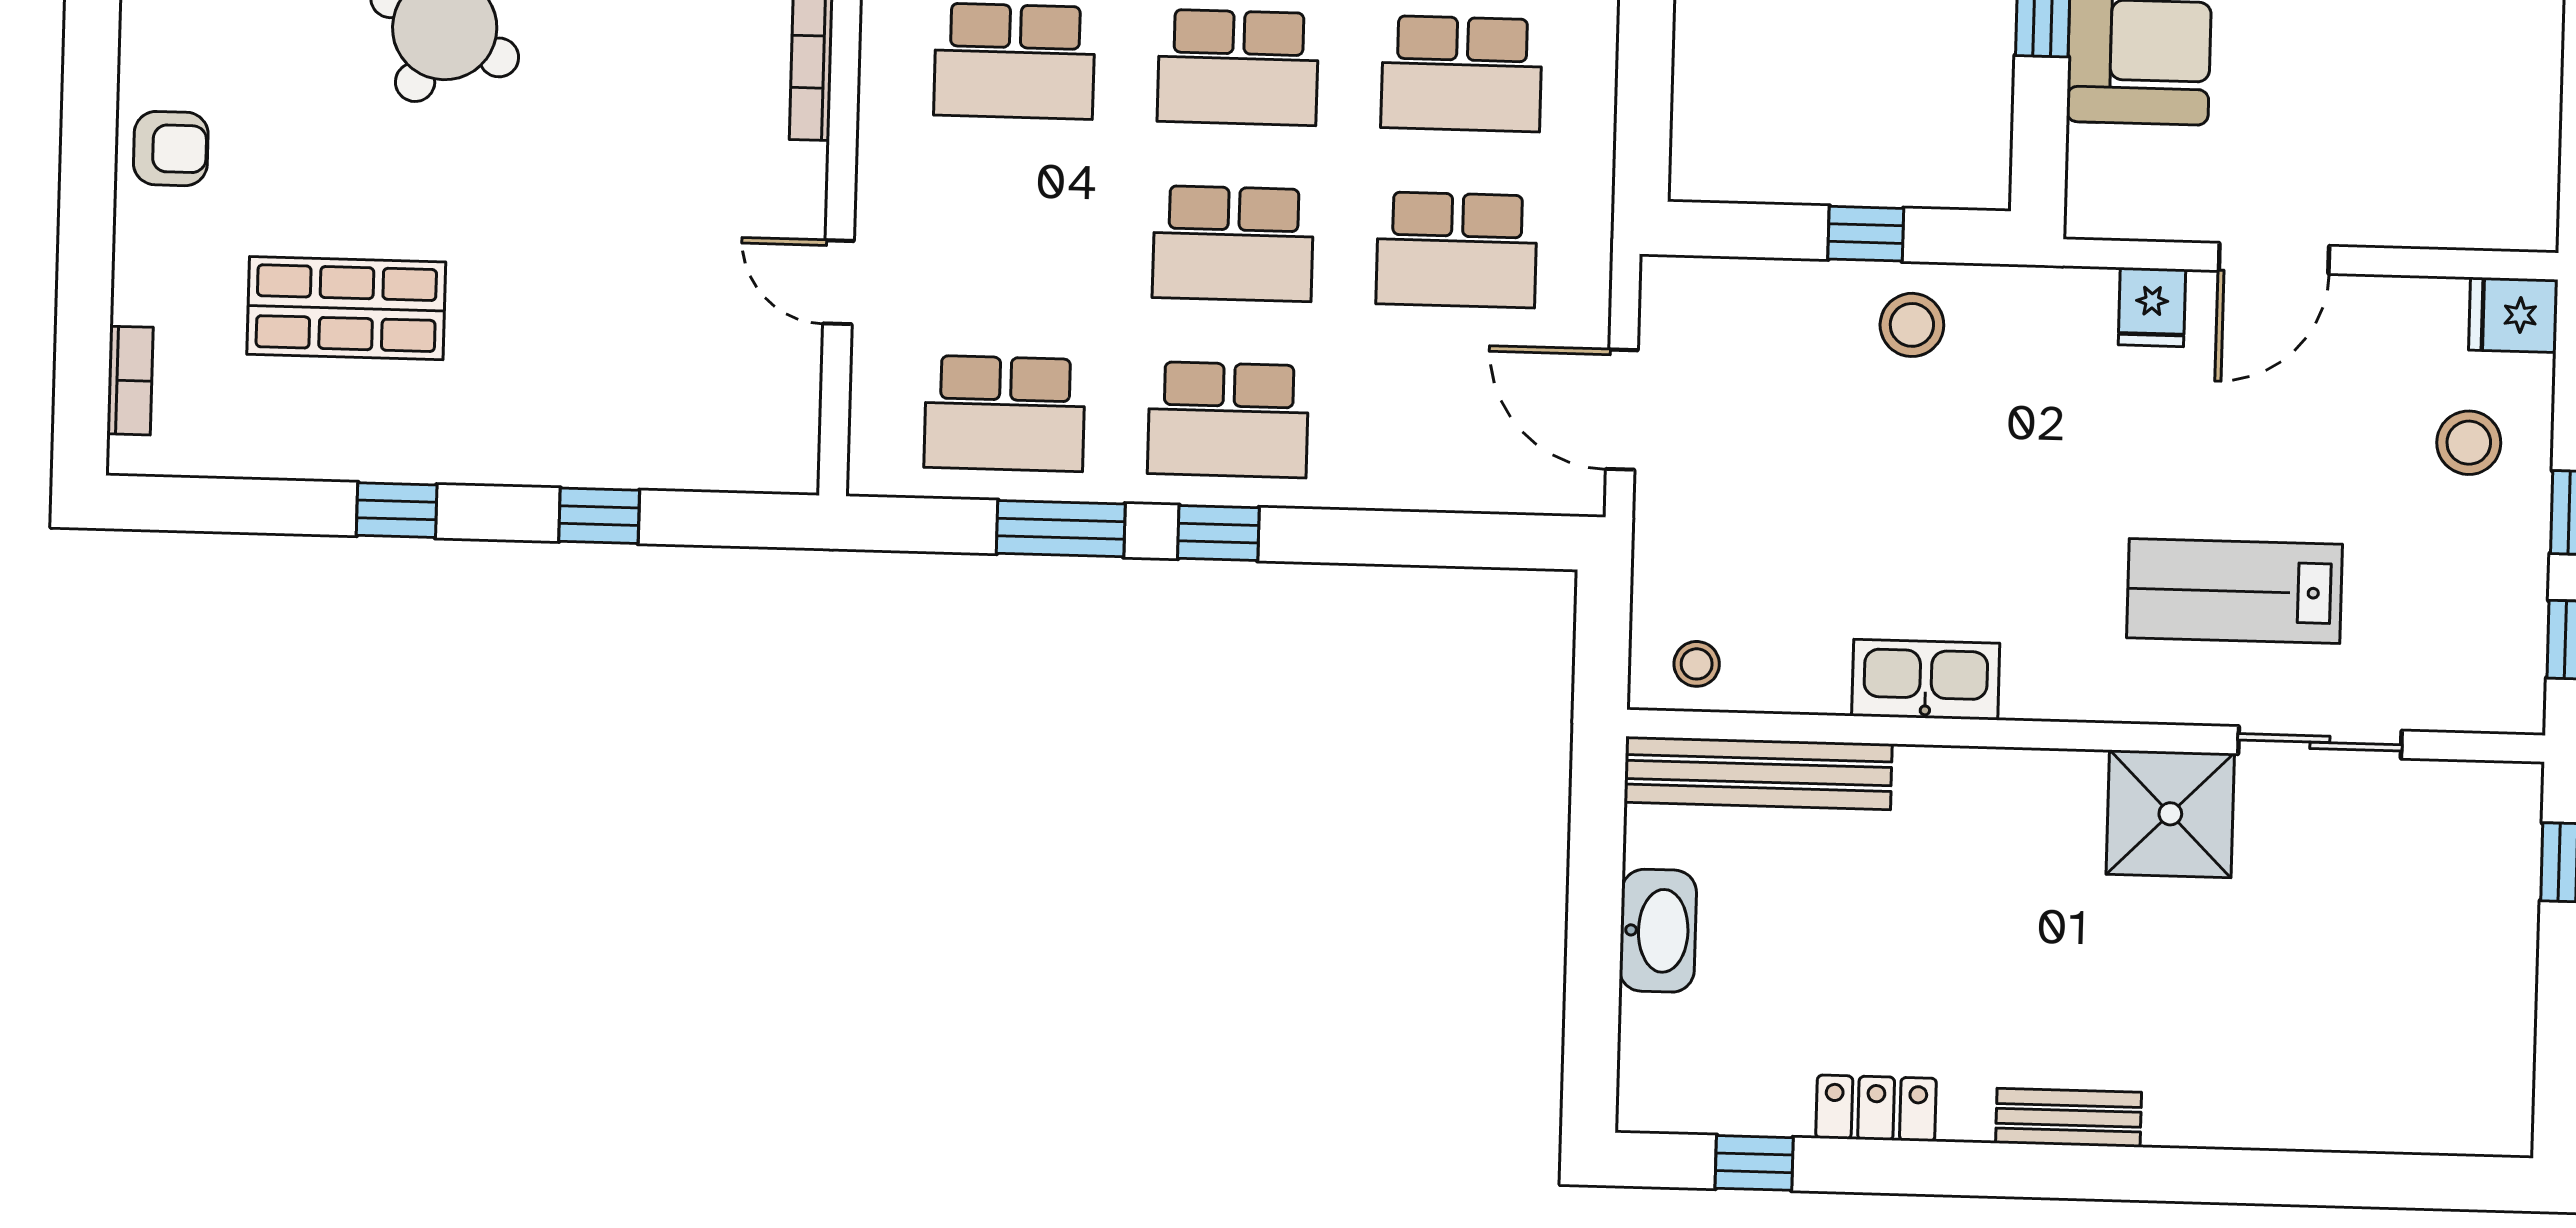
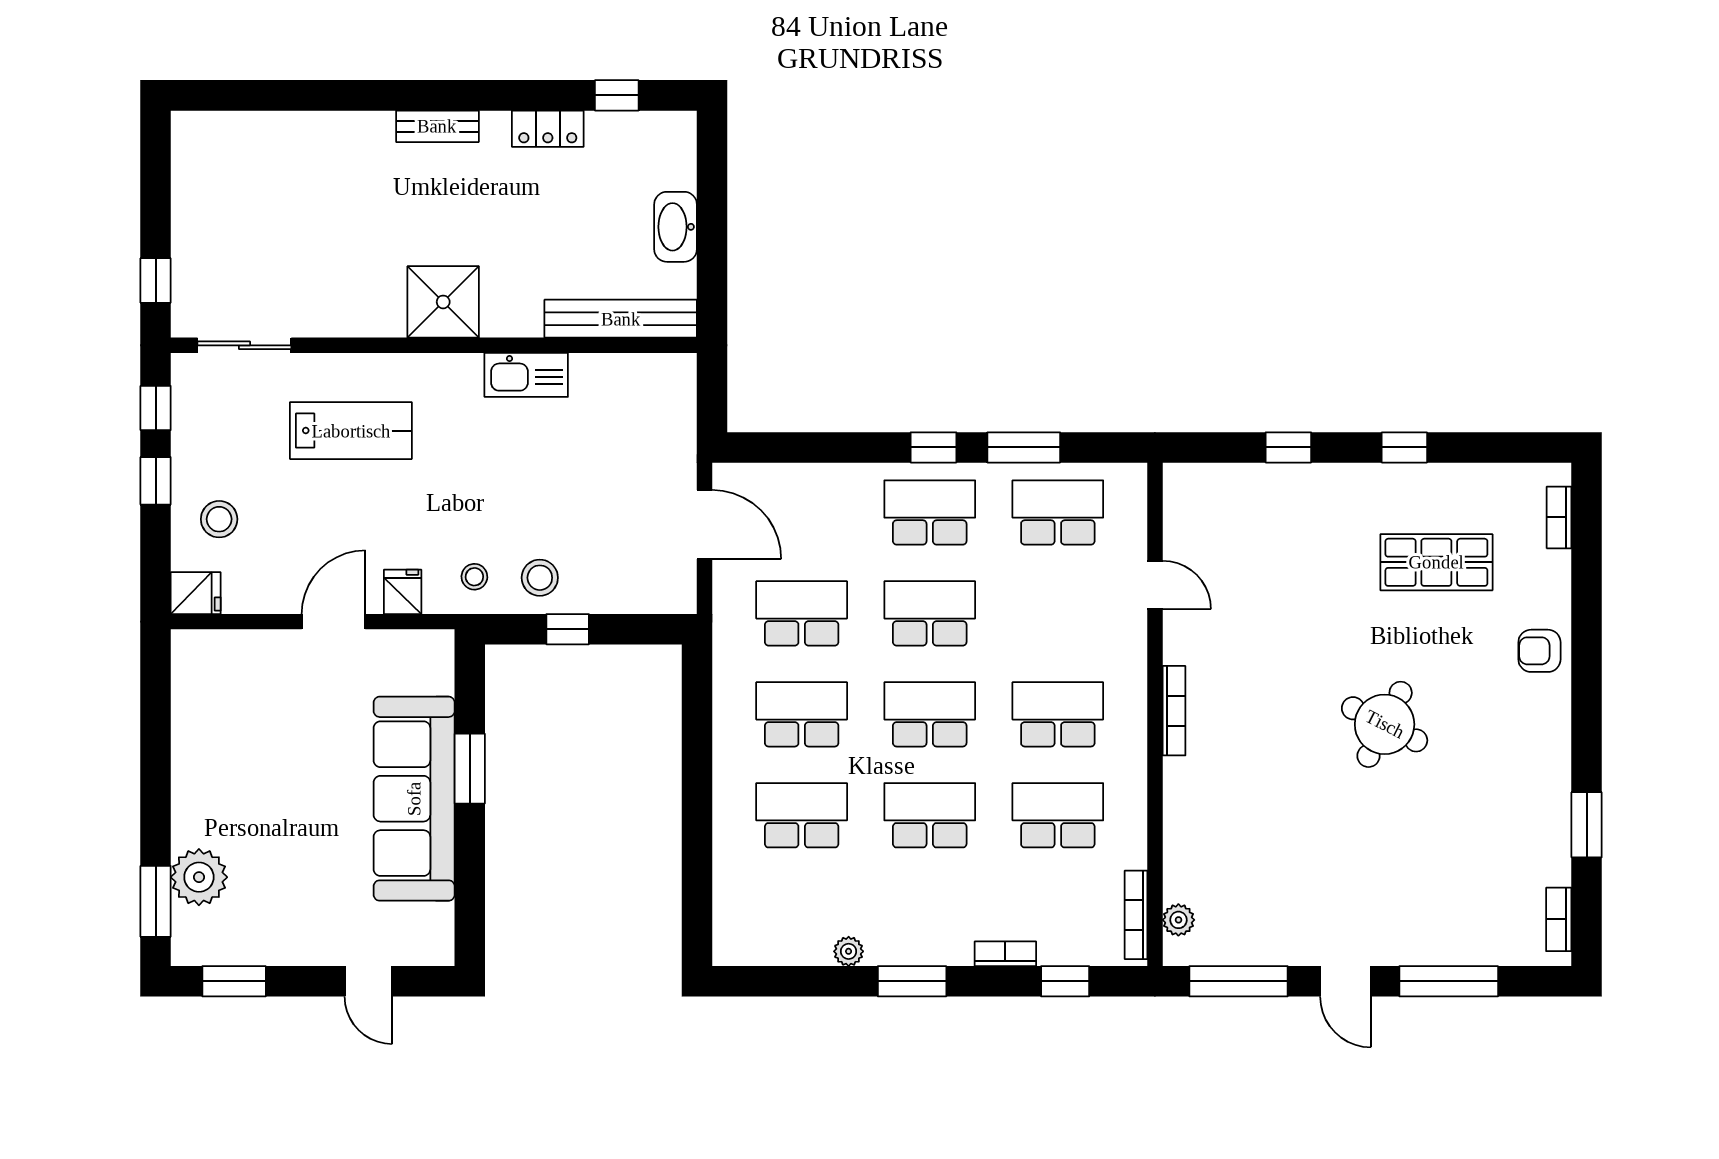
stool: (1697, 664) -> (474, 577), moved
sliding door: (2320, 742) -> (244, 345), moved
shower: (2170, 814) -> (443, 302), moved

